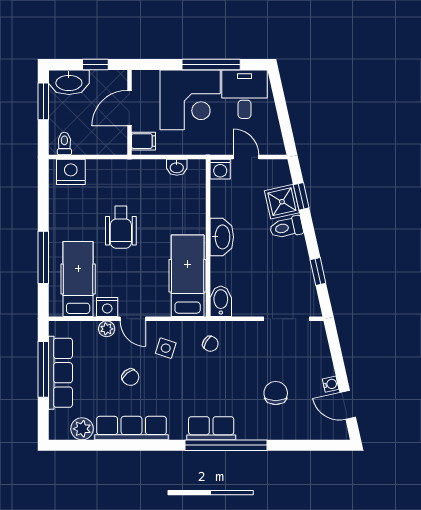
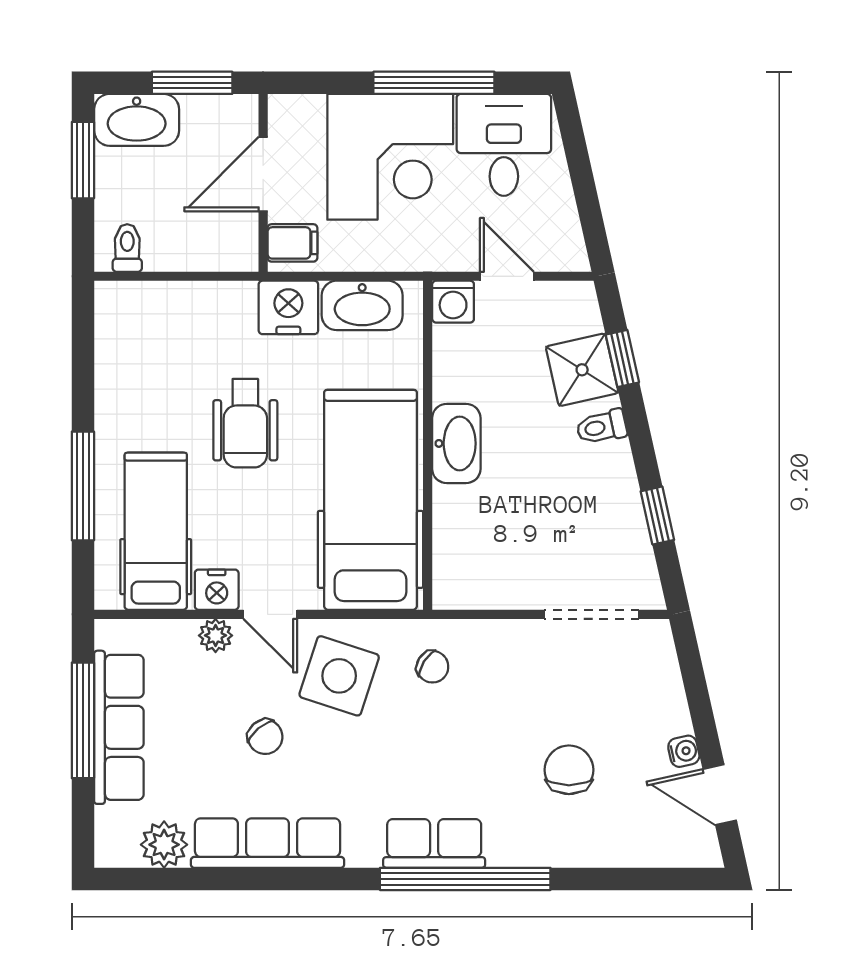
window: (95, 64) -> (192, 83), width x1.50
washbasin: (177, 167) -> (362, 305), width x1.91, depth x1.45
nightstand: (71, 172) -> (288, 307), moved
toilet: (286, 227) -> (602, 427), width x0.73, depth x0.72
hospital bed: (188, 276) -> (371, 500), width x1.37, depth x1.29
bidet: (221, 301) -> (454, 578), removed
side table: (166, 348) -> (339, 676), width x1.87, depth x1.87

